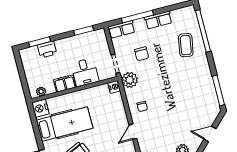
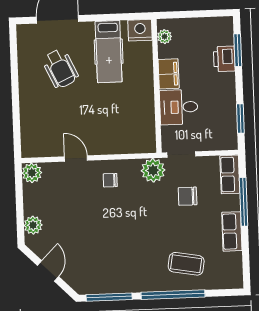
window: (203, 31) -> (173, 295), moved
nightstand: (114, 87) -> (148, 145), removed
hospital bed: (65, 124) -> (109, 52), width x0.73, depth x0.78

